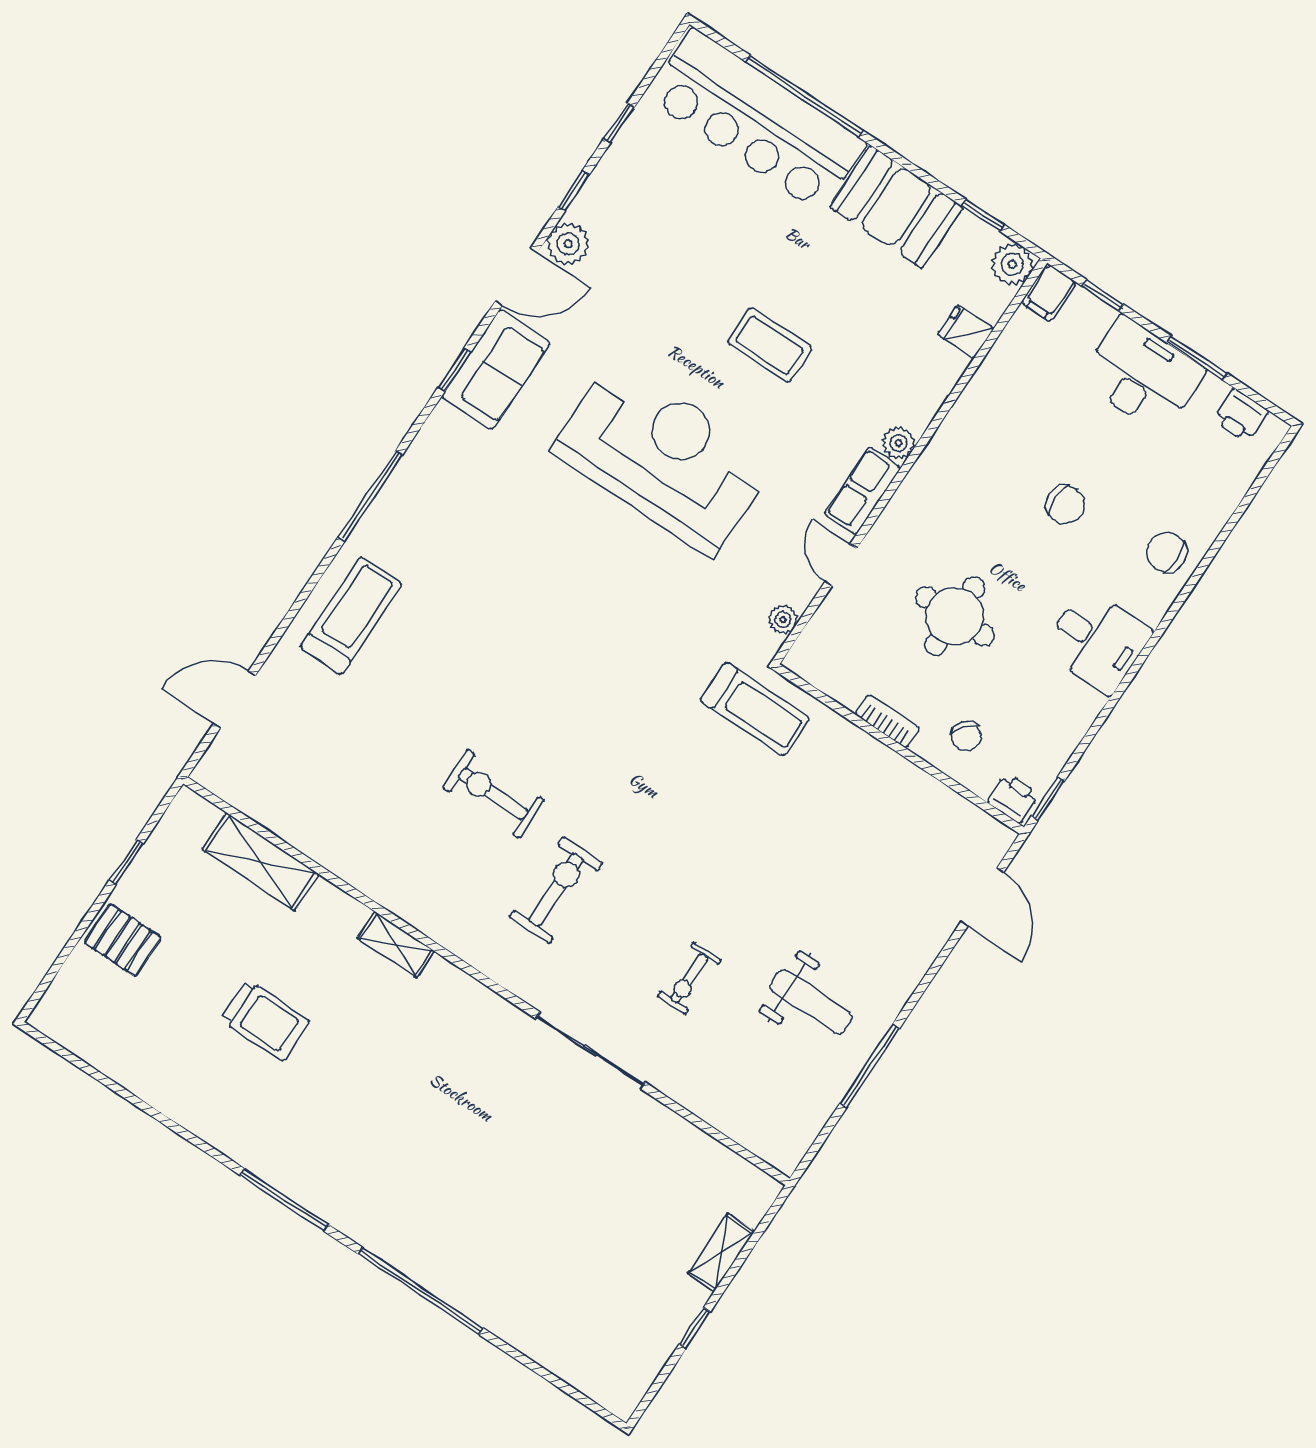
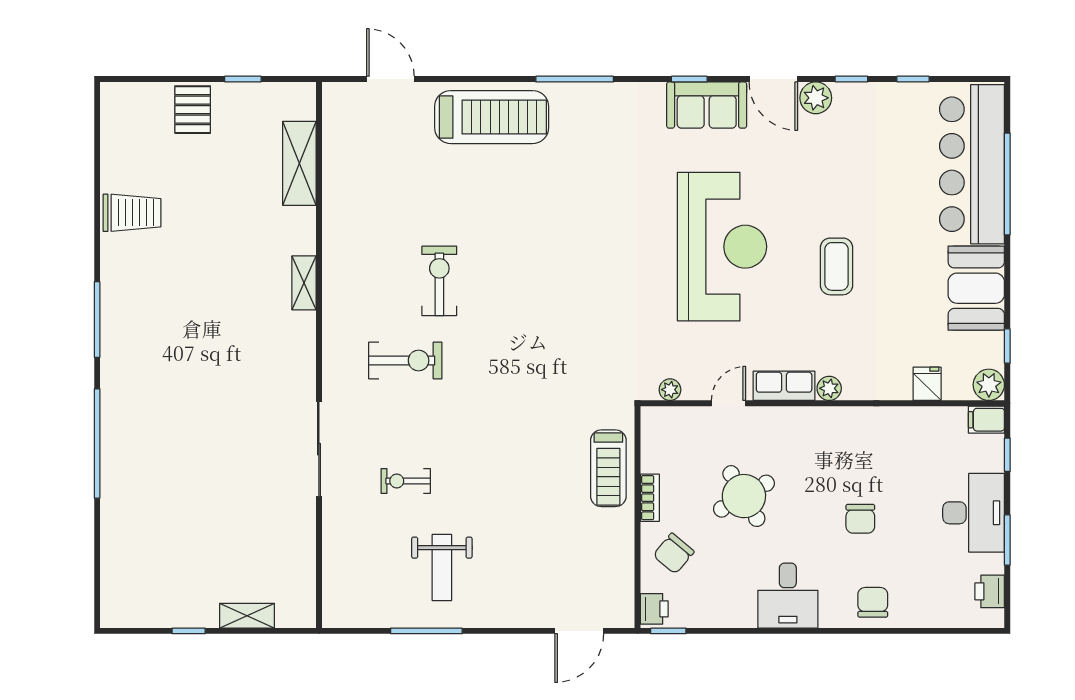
treadmill: (351, 616) -> (492, 117), width x1.37, depth x1.38
round table: (955, 616) -> (744, 496), turned -30
treadmill: (755, 709) -> (608, 468), moved
chair: (966, 736) -> (674, 553), width x1.37, depth x1.37
trolley: (265, 1020) -> (132, 213), moved, turned -90

